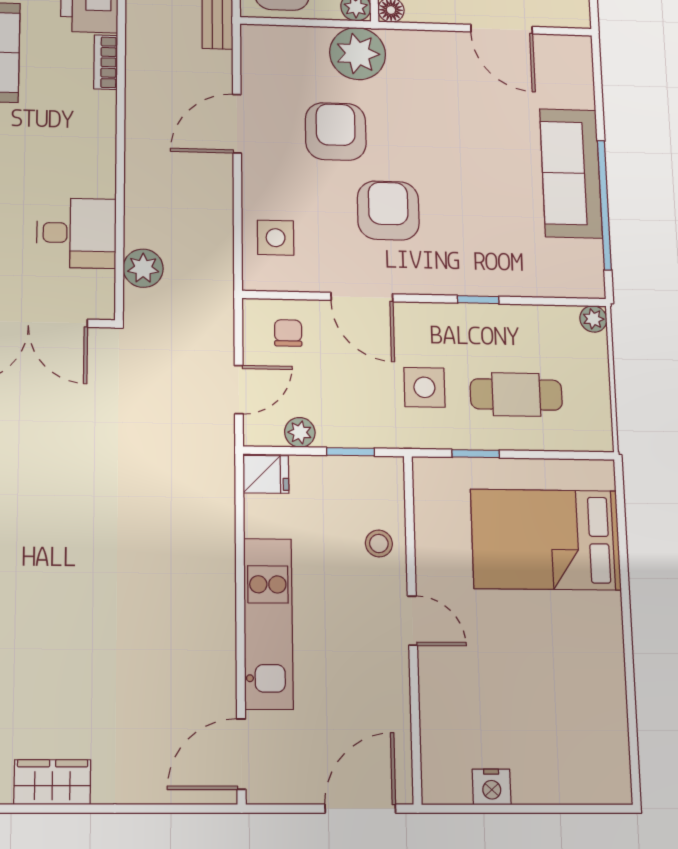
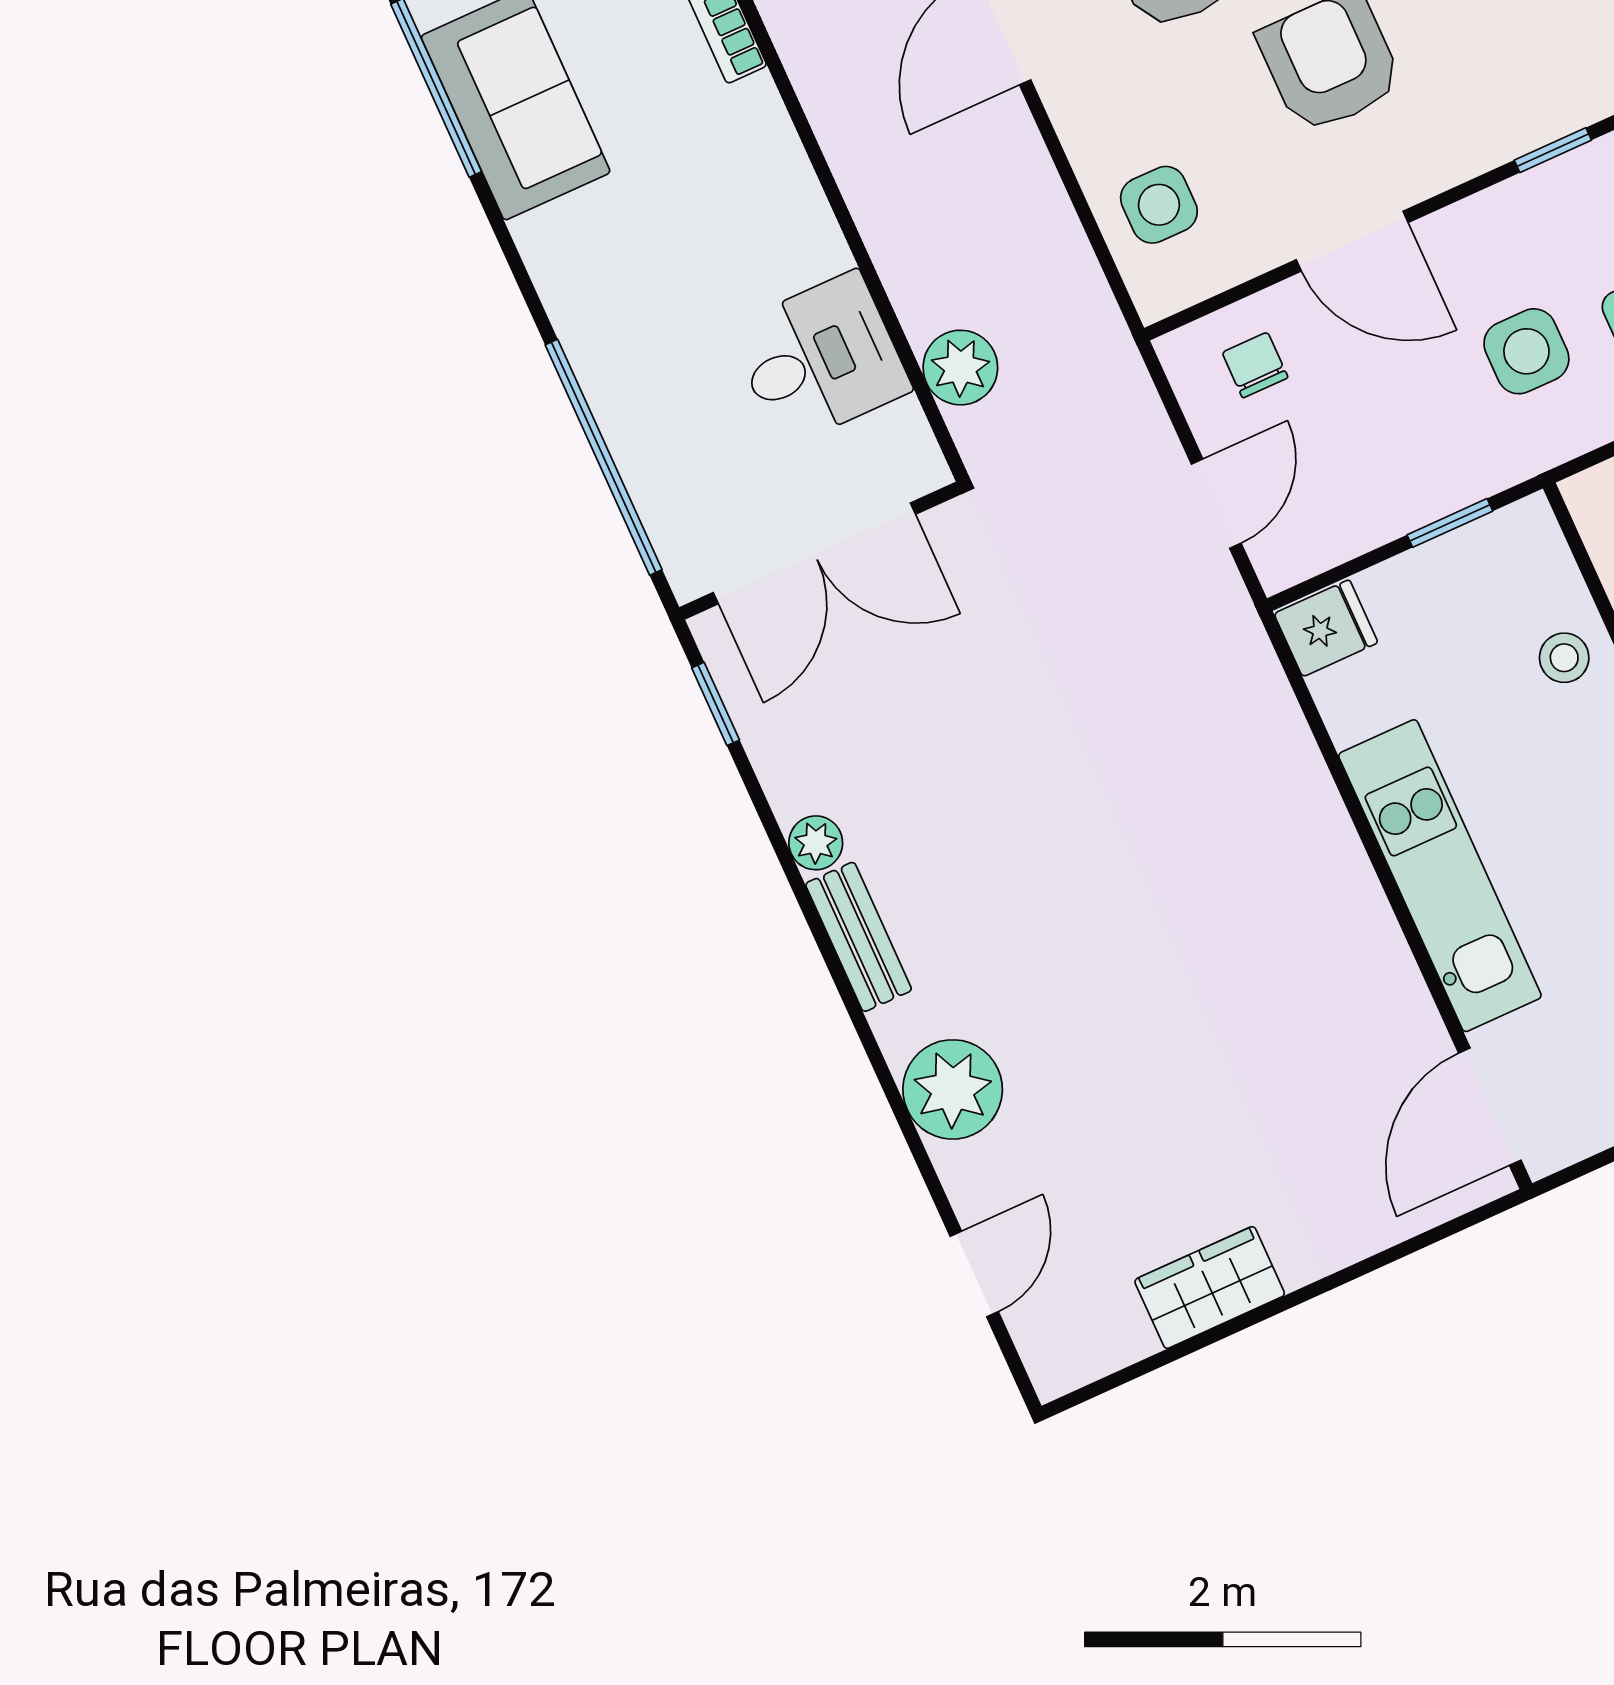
plant: (300, 432) -> (1351, 530), removed

